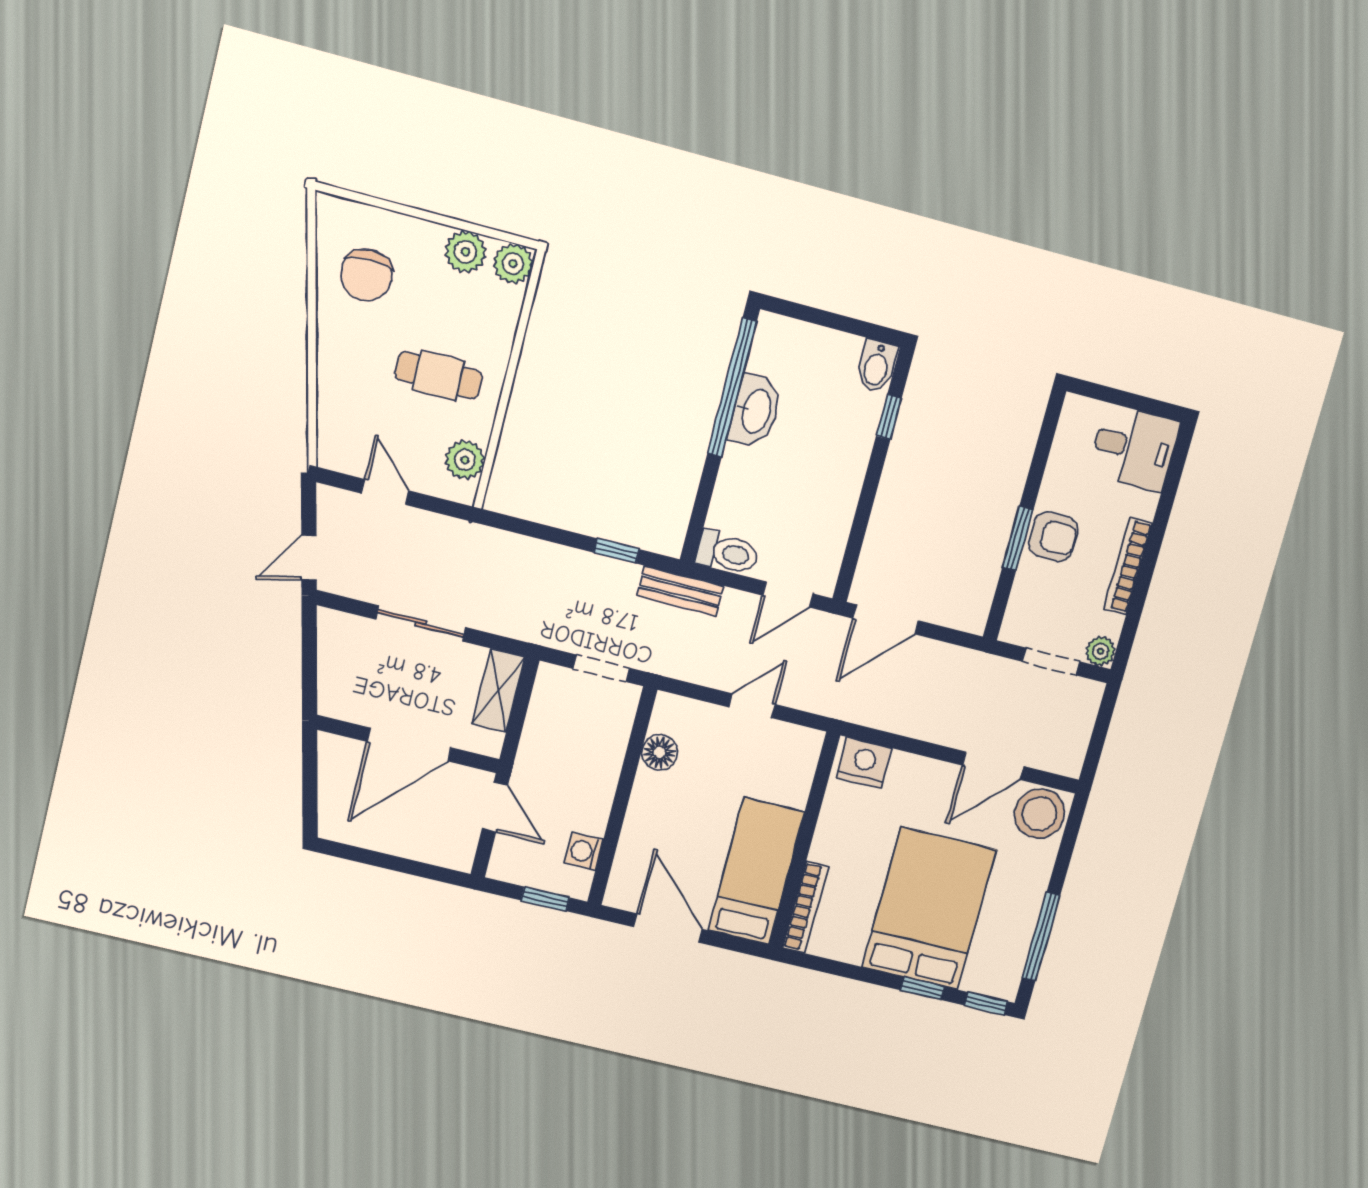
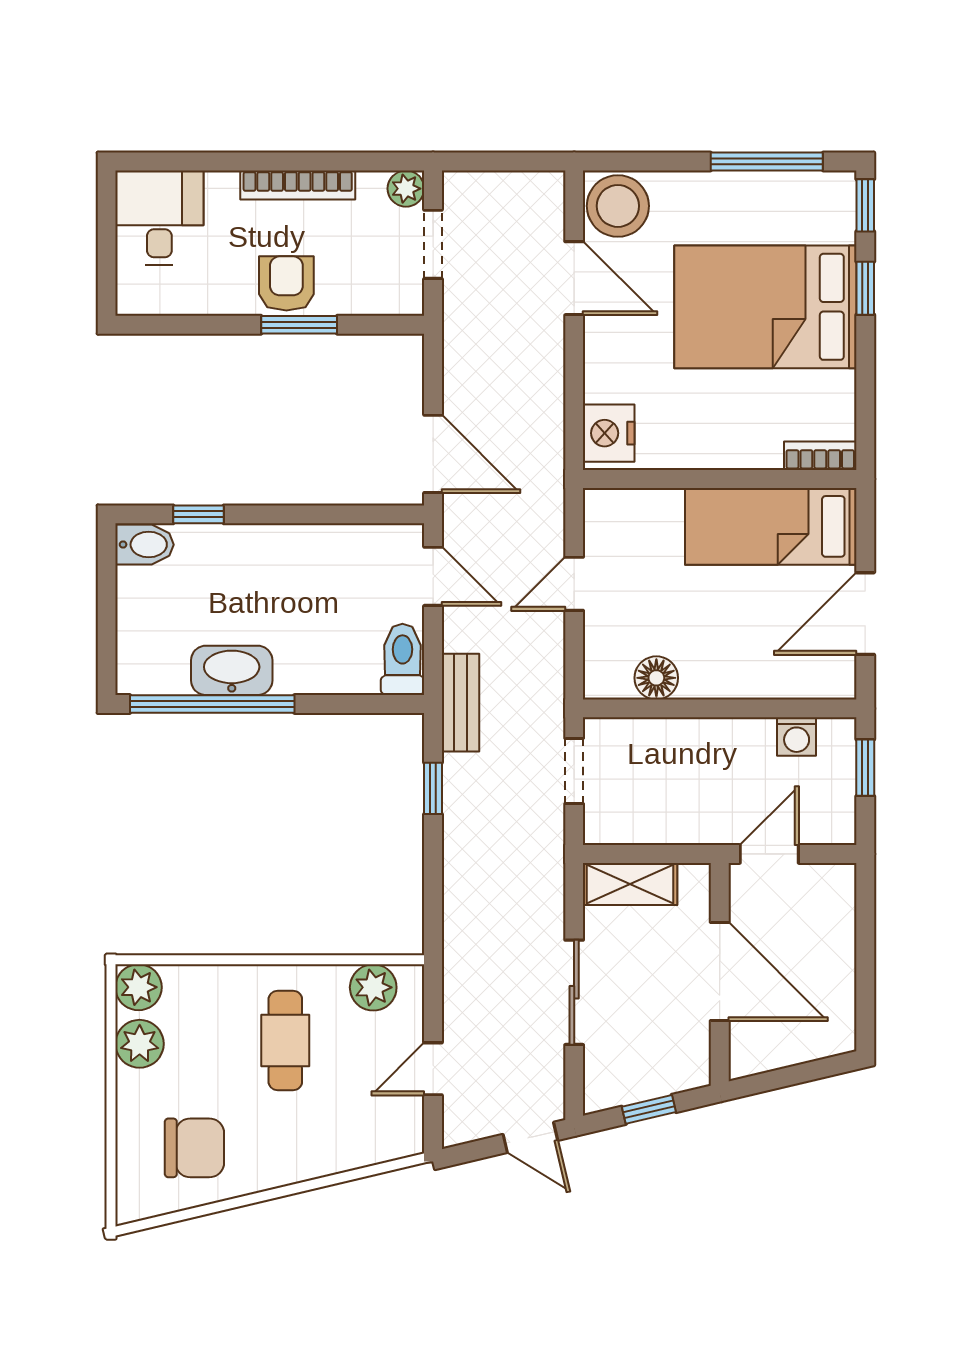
window: (309, 660) -> (649, 1109), added
door: (752, 706) -> (574, 584), hinge flipped
bookcase: (806, 907) -> (820, 456), width x0.64

